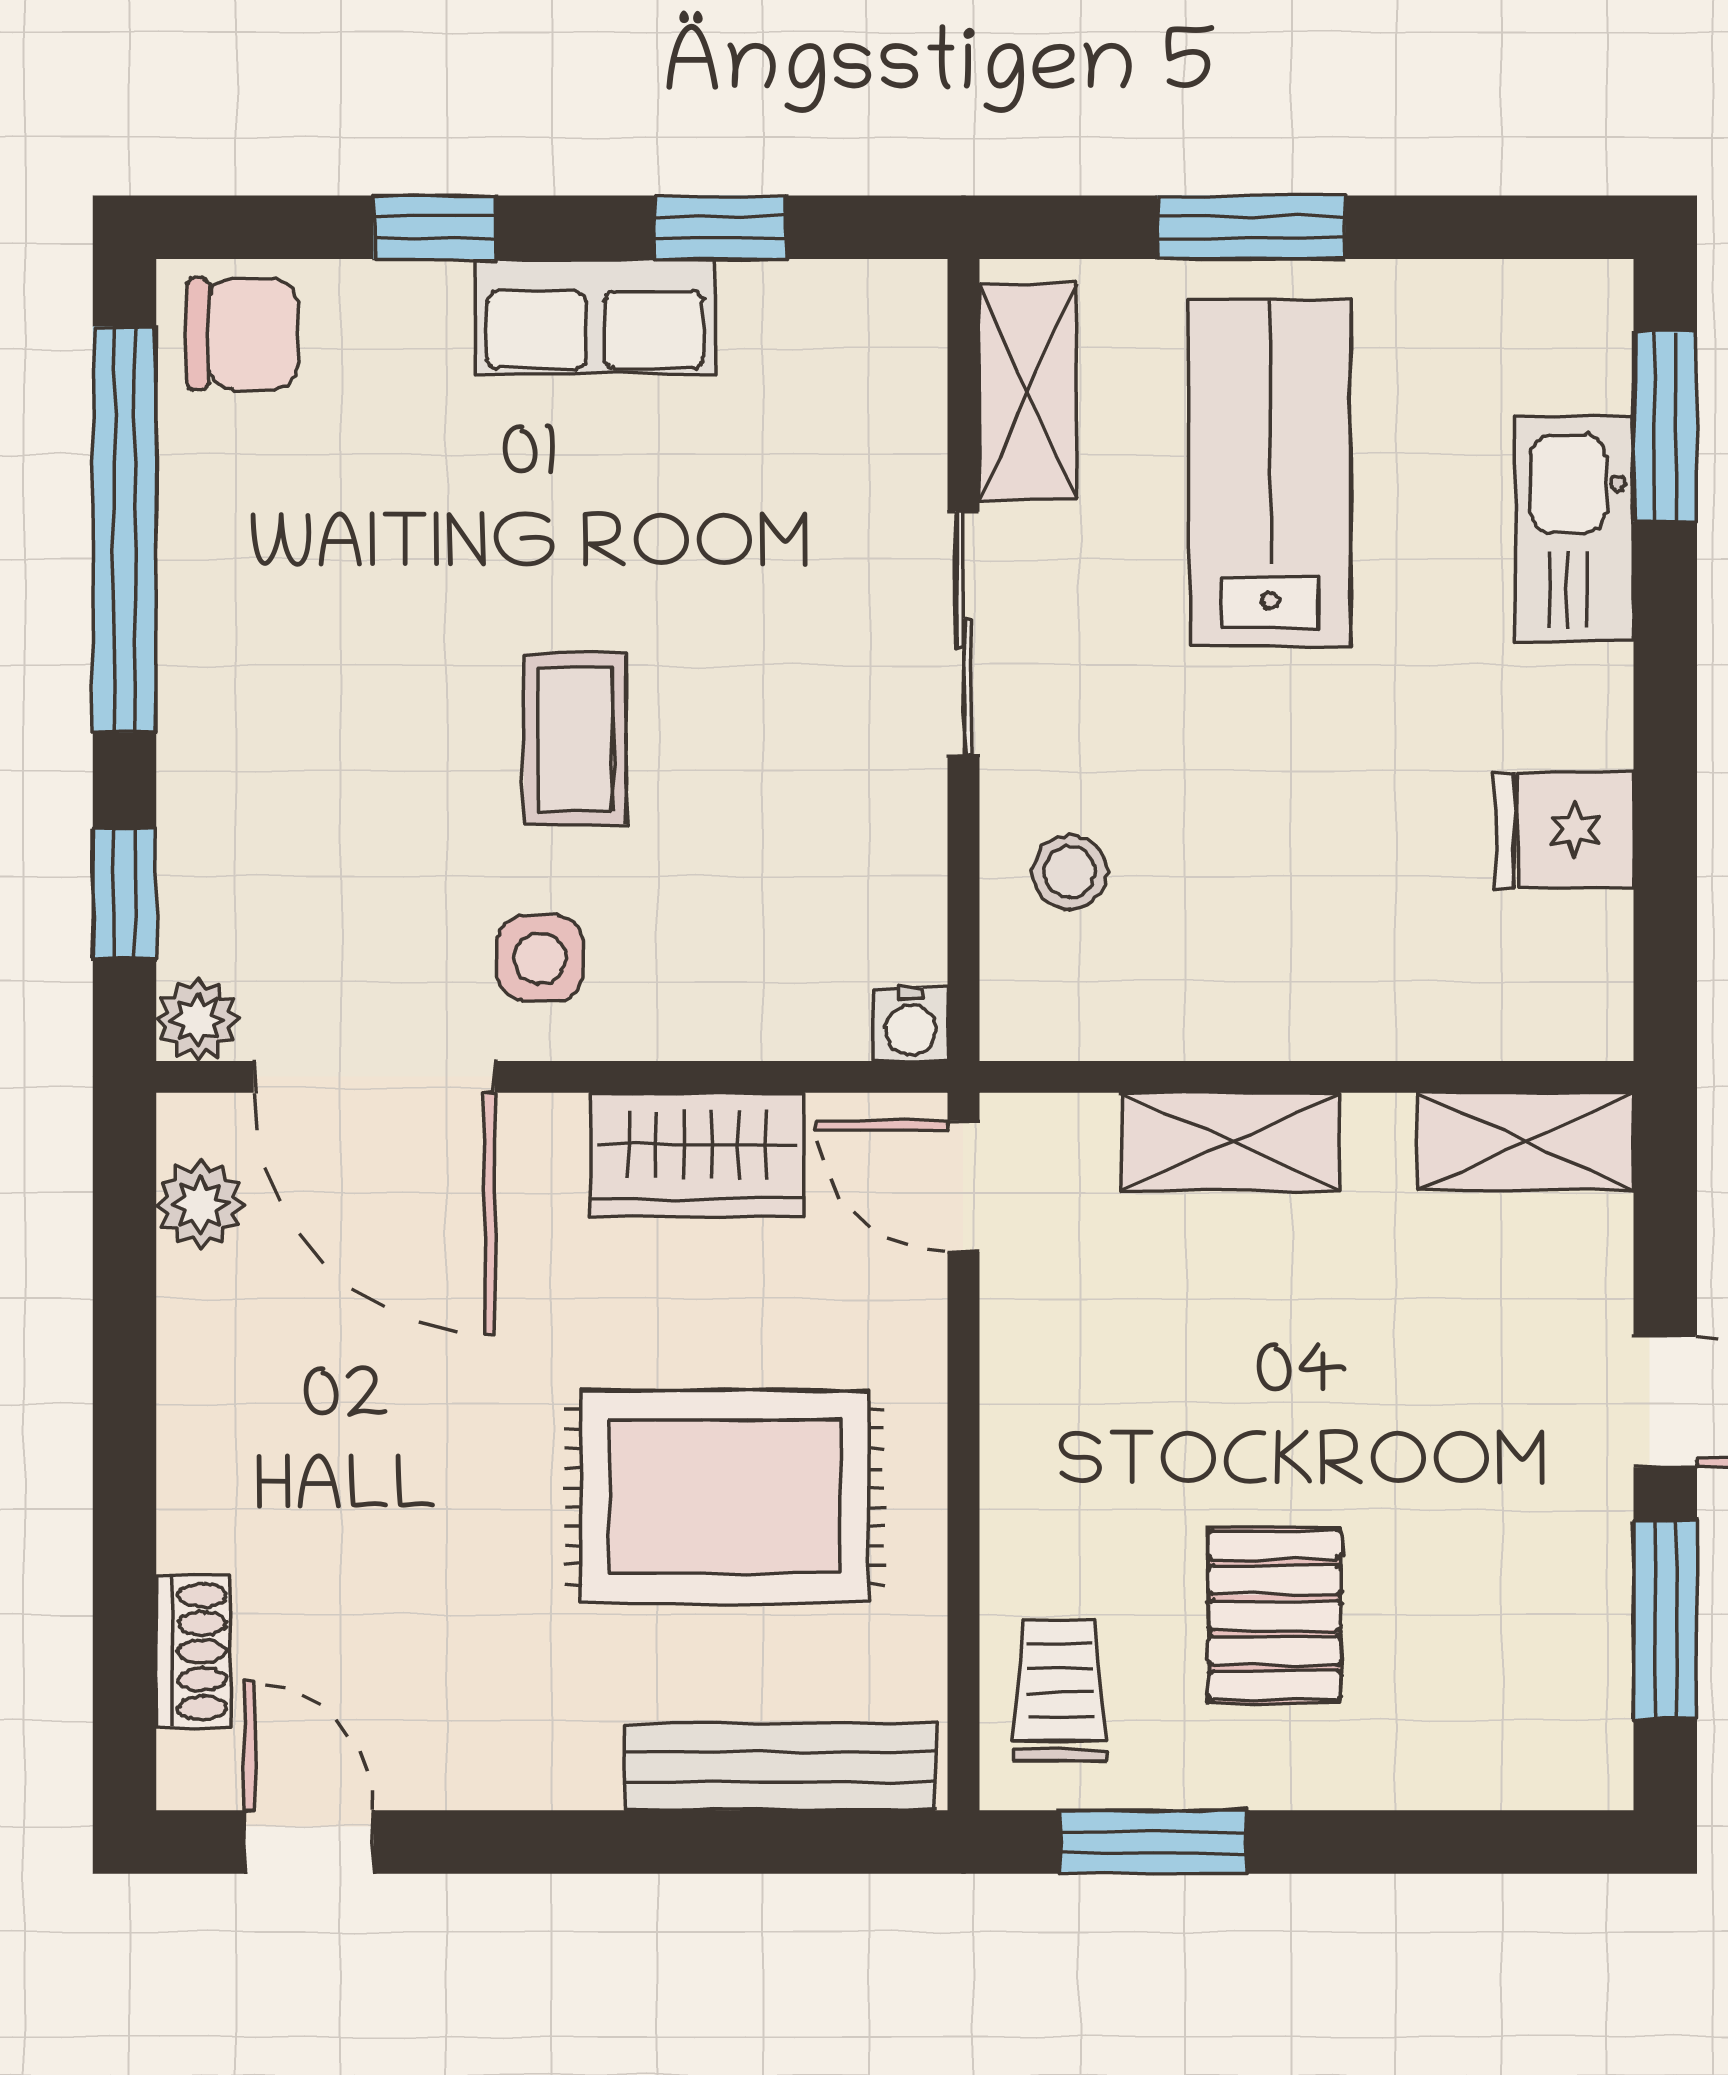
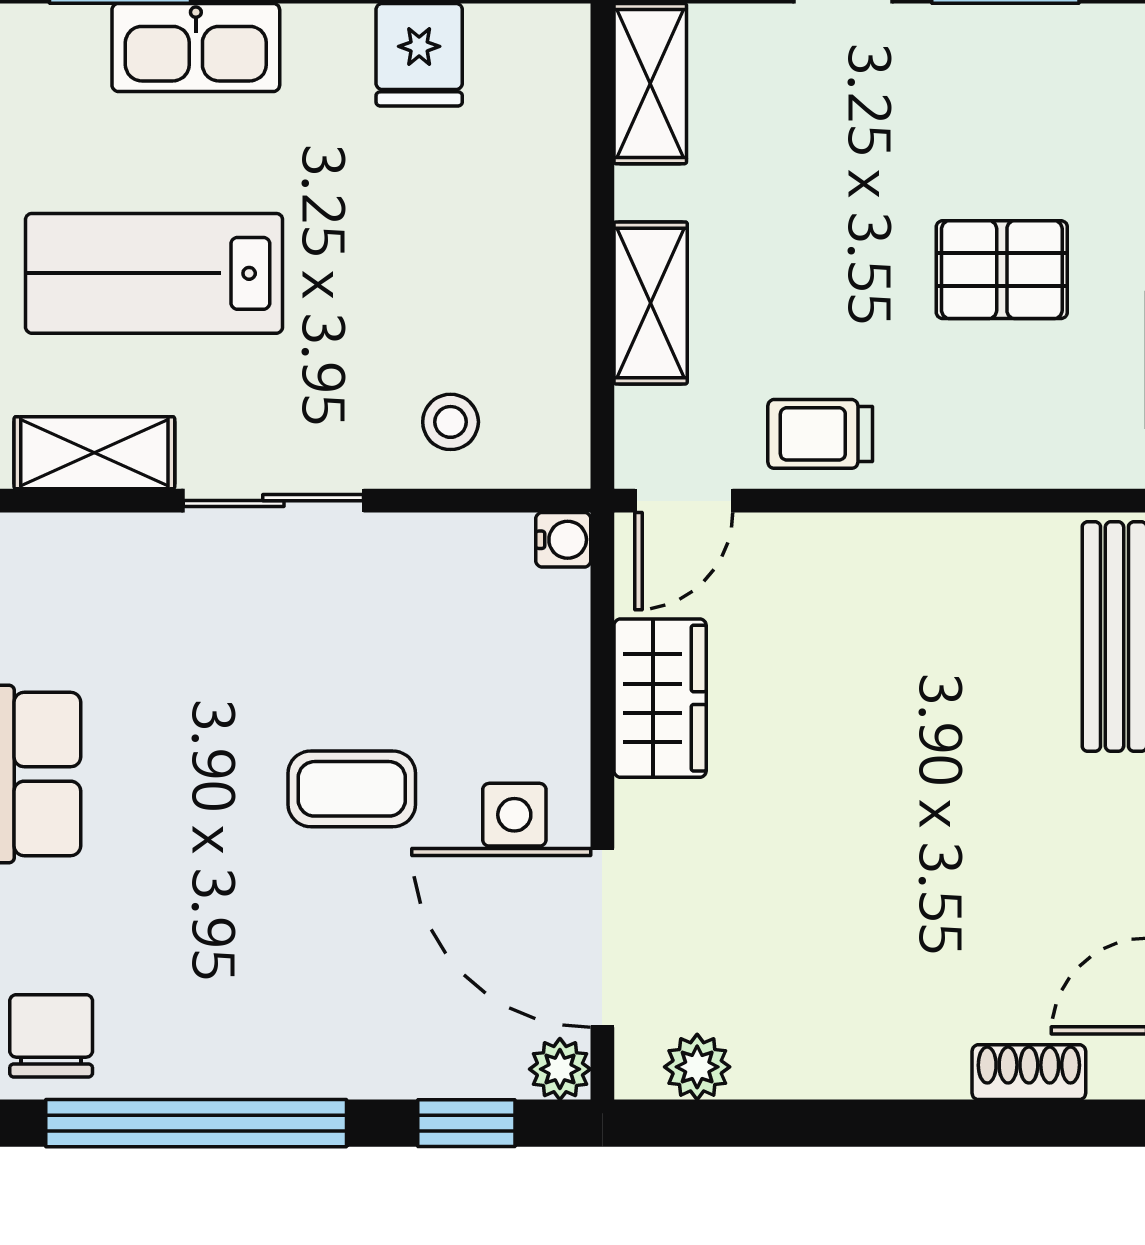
door: (374, 1077) -> (602, 938), swing flipped
rug: (725, 1497) -> (914, 678), removed
trolley: (1060, 1690) -> (820, 434), moved

